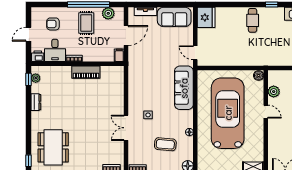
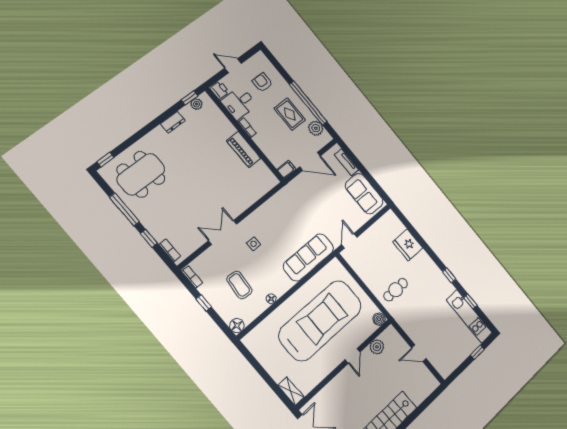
fridge: (206, 17) -> (408, 245), moved, turned 90
cafe table: (253, 20) -> (396, 290), moved
rug: (86, 23) -> (290, 114), turned 90

